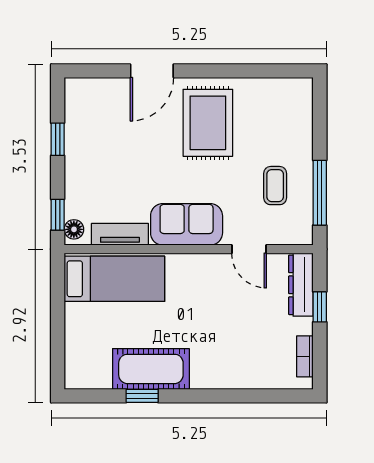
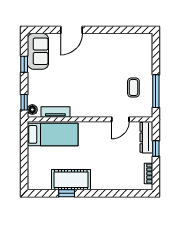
rug: (208, 123) -> (100, 56), removed
sofa: (187, 224) -> (38, 51), moved, turned 90
door: (249, 249) -> (120, 119), hinge flipped

